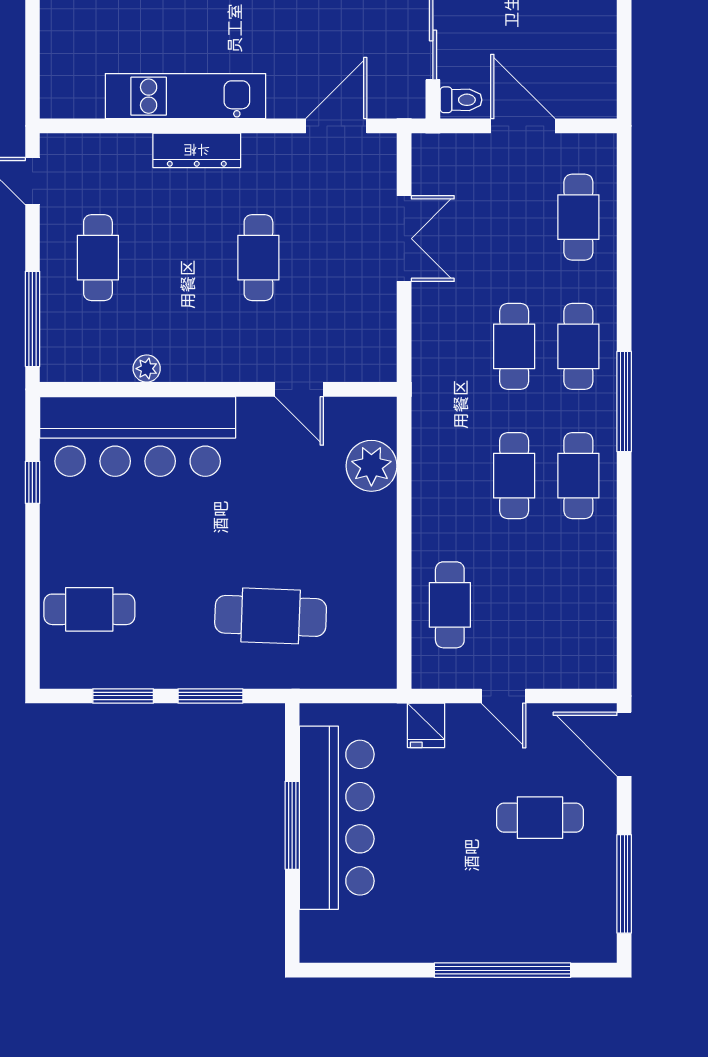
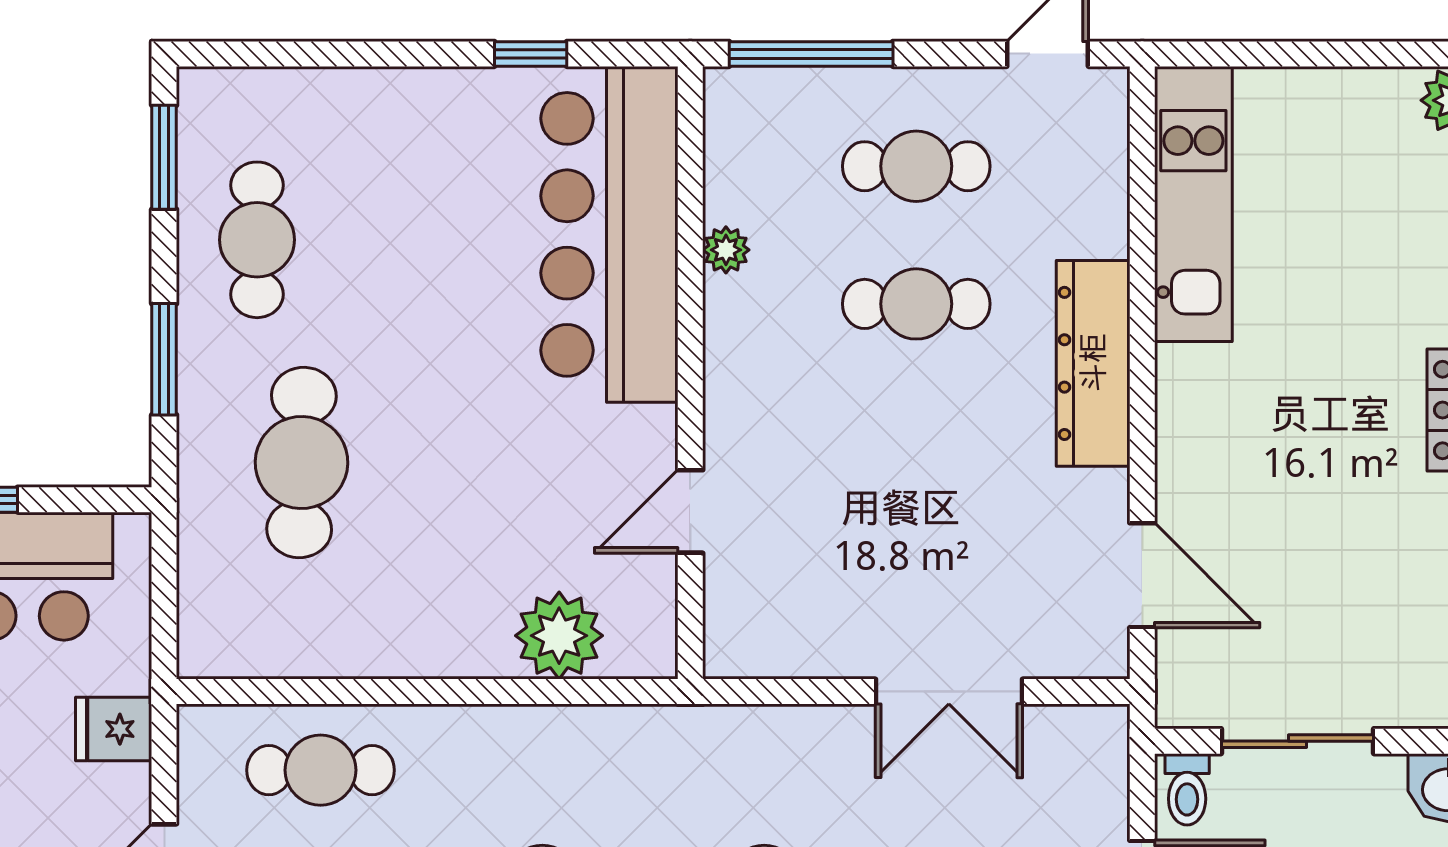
kitchen unit: (186, 96) -> (1193, 204), moved
dresser: (197, 150) -> (1093, 363), width x1.37, depth x1.24
cafe table: (258, 258) -> (916, 304), moved
cafe table: (89, 609) -> (257, 240), moved
window: (123, 696) -> (164, 157), moved

